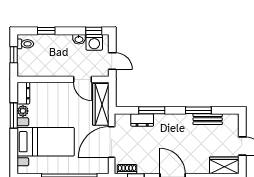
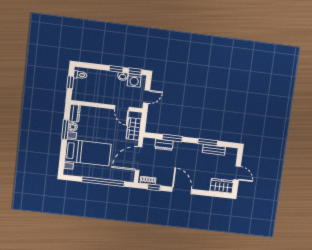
window: (46, 31) -> (116, 69), moved
door: (112, 61) -> (147, 97), hinge flipped
wardrobe: (101, 104) -> (134, 129), width x0.67

